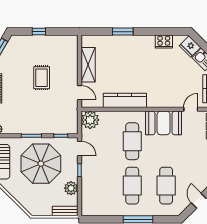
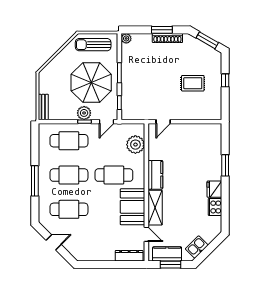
fridge: (190, 47) -> (214, 189), moved, turned -45
shelving: (88, 65) -> (155, 208), moved, turned 90
rug: (42, 78) -> (193, 83), moved
kitchen counter: (125, 100) -> (155, 175), width x0.67
plant: (90, 120) -> (135, 145), moved
cafe table: (98, 186) -> (69, 141), added
plant: (71, 188) -> (84, 113), moved

